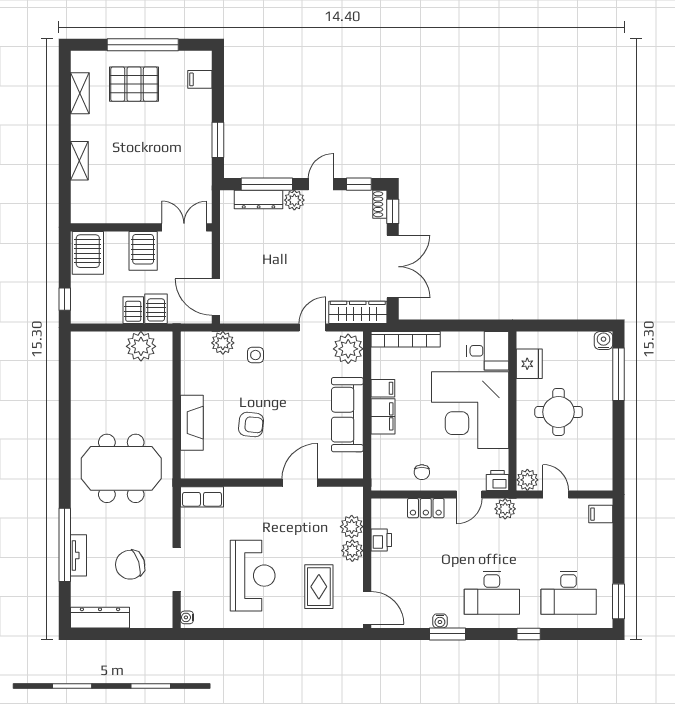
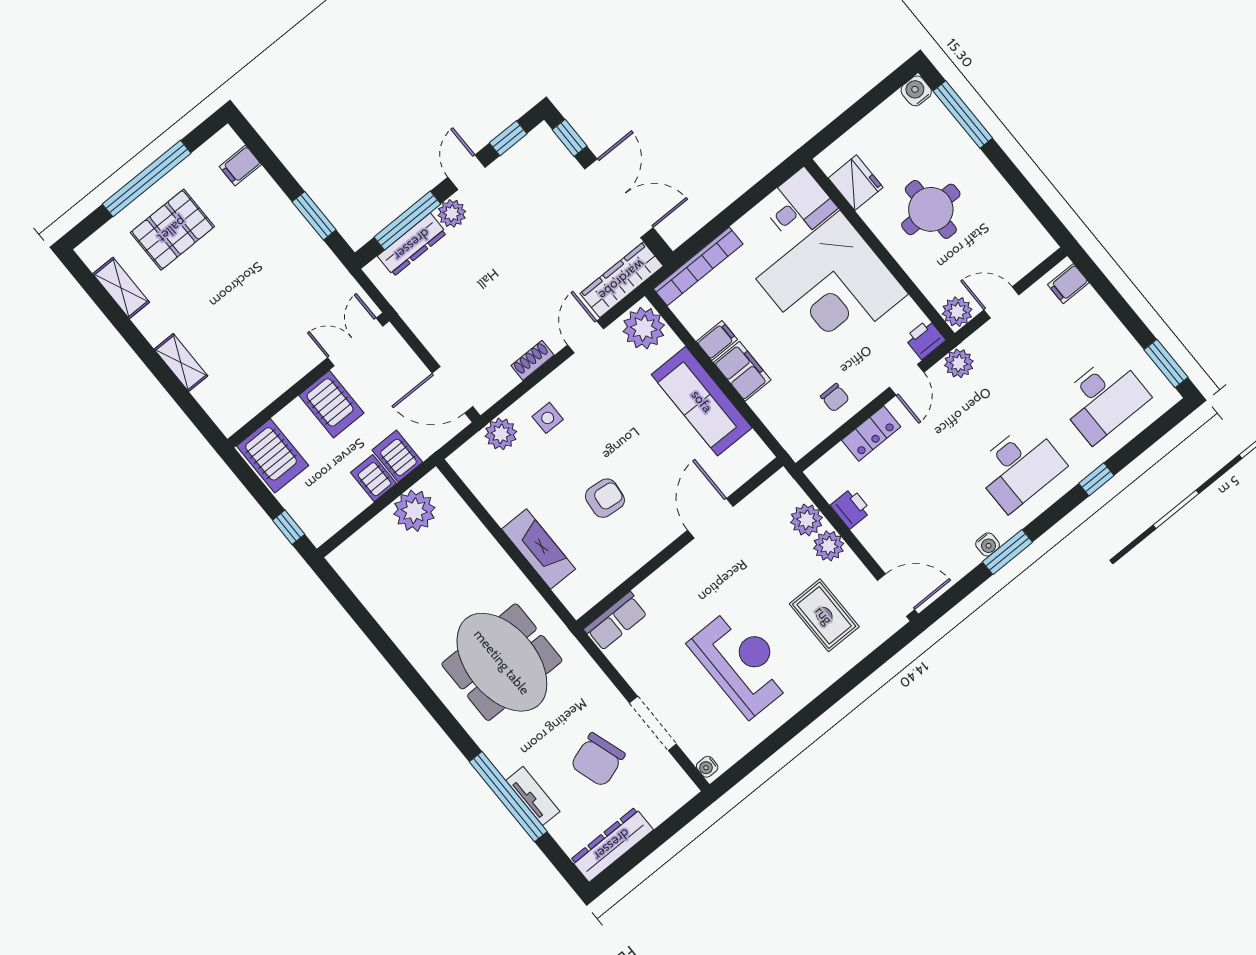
shoe rack: (380, 204) -> (532, 360), moved, turned 90
meeting table: (121, 468) -> (502, 662), turned 90

